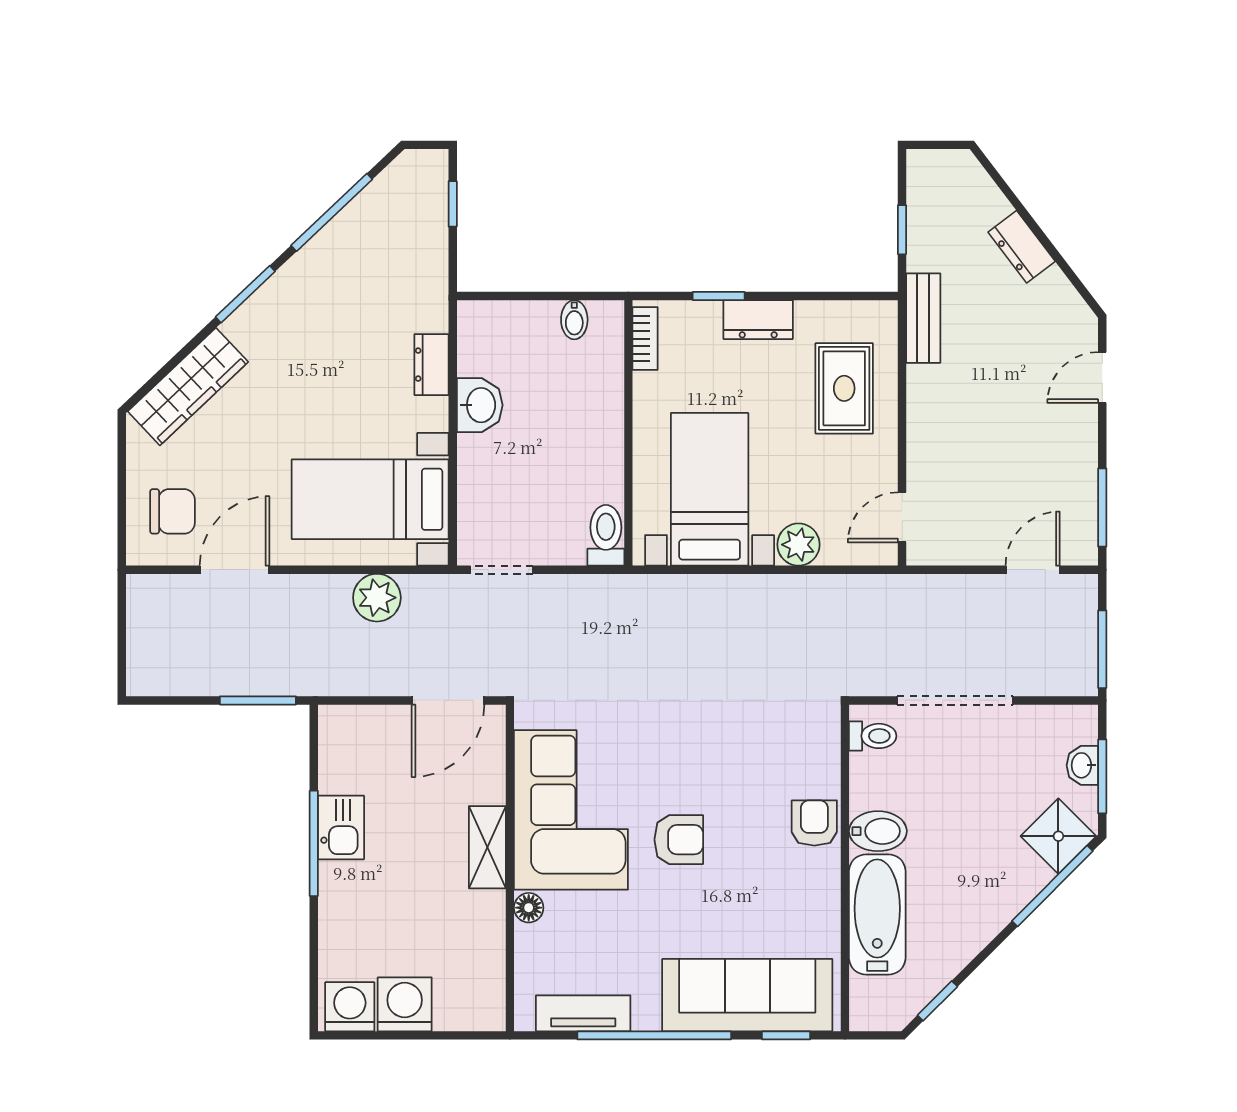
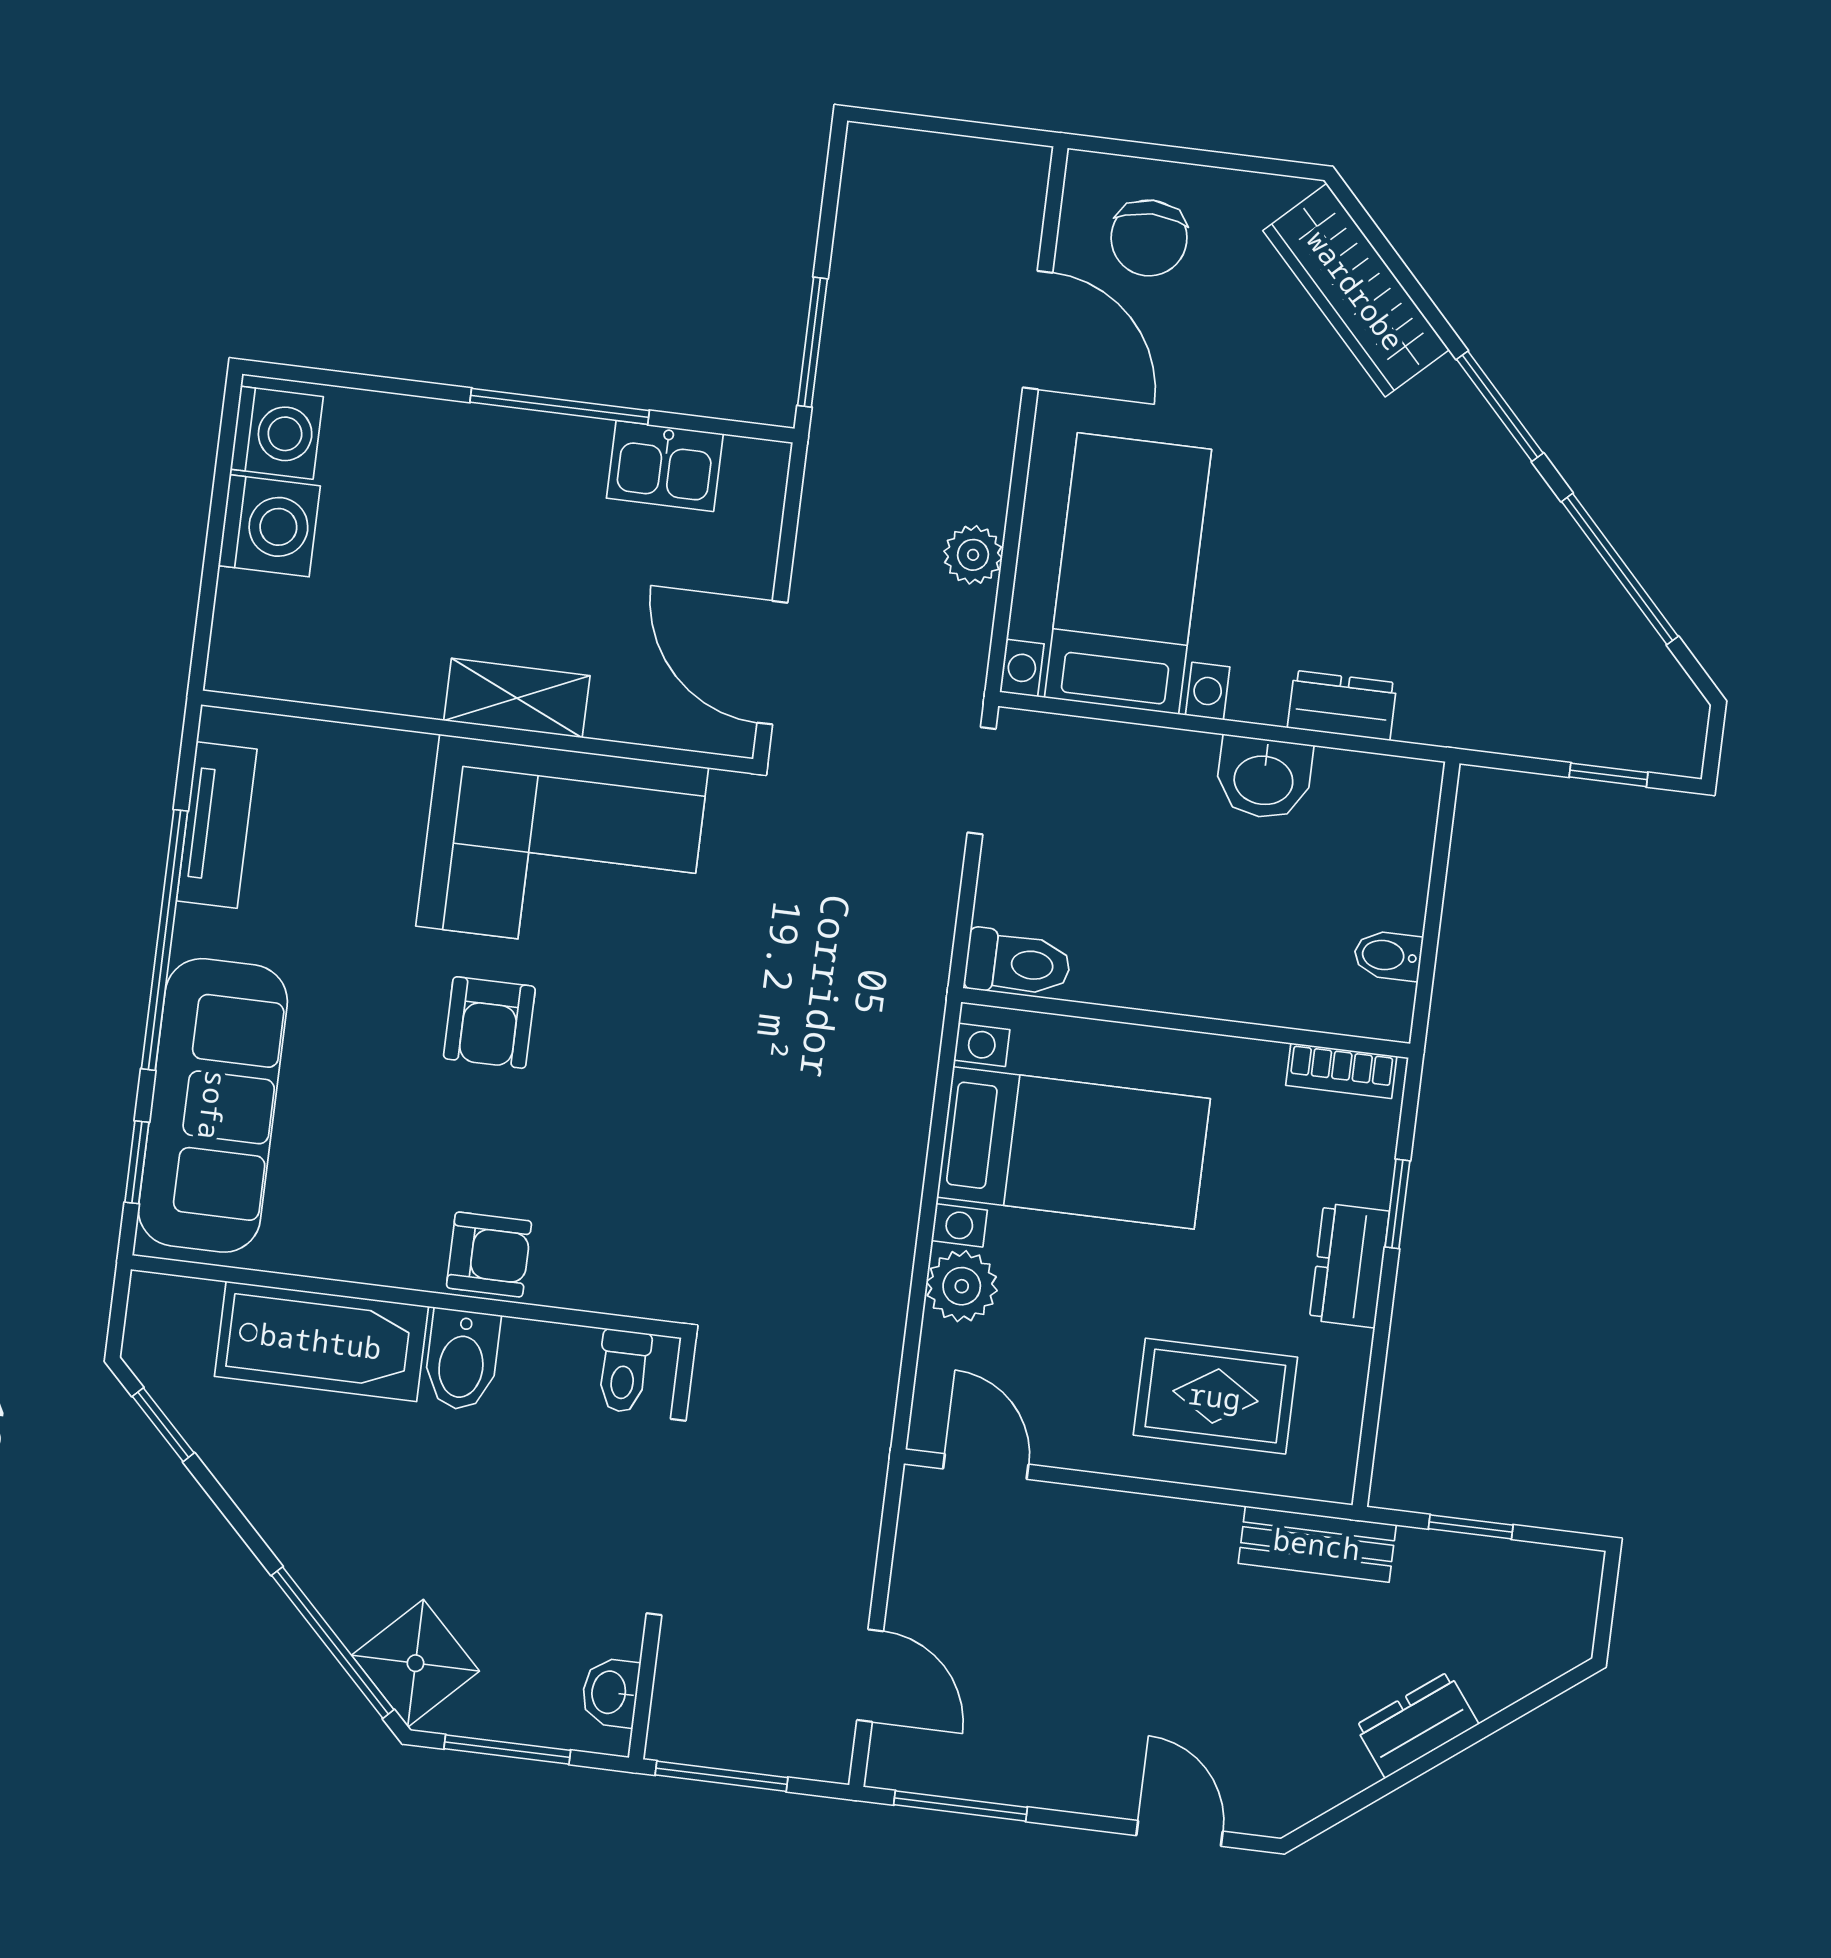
plant: (377, 598) -> (973, 555), width x0.73, depth x0.73
washbasin: (1082, 765) -> (610, 1692), moved, turned -90
kitchen sink: (341, 827) -> (665, 466), moved
floor lamp: (529, 908) -> (406, 755), removed

